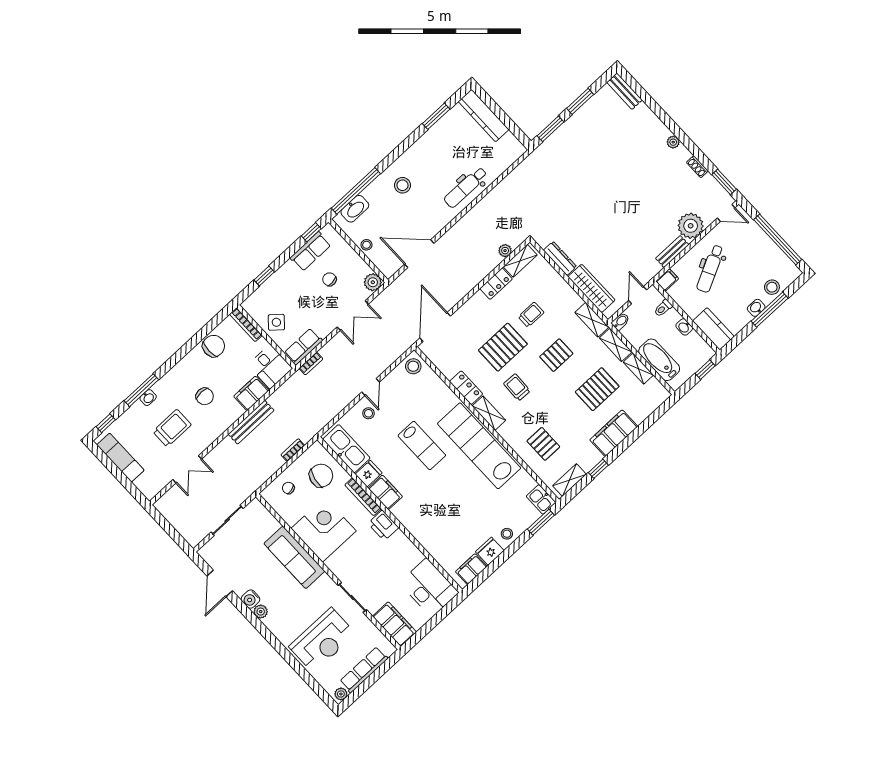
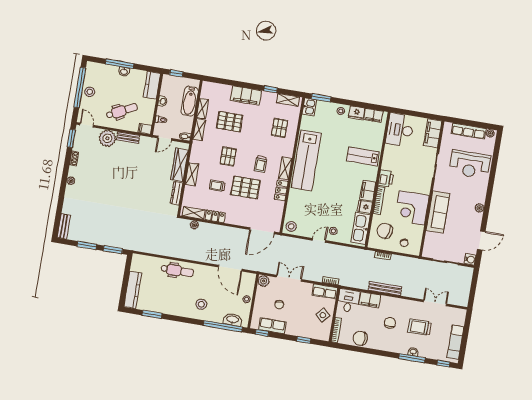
stool: (772, 287) -> (90, 92), moved
shelving: (592, 320) -> (192, 174), moved
pallet: (556, 355) -> (228, 156), turned 90
lab bench: (422, 445) -> (363, 156), moved, turned -90
water cooler: (250, 599) -> (470, 259), moved
reception desk: (322, 640) -> (470, 164), turned 180

